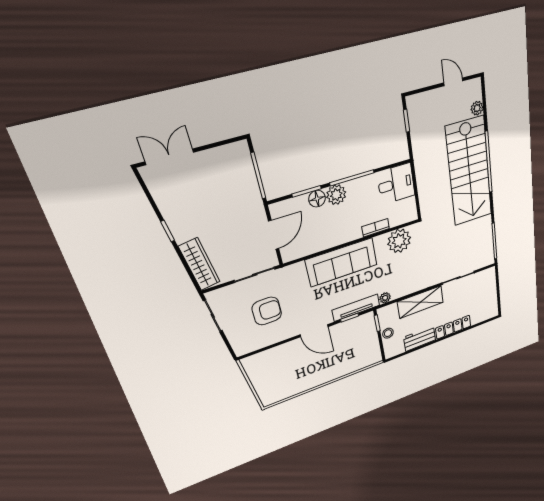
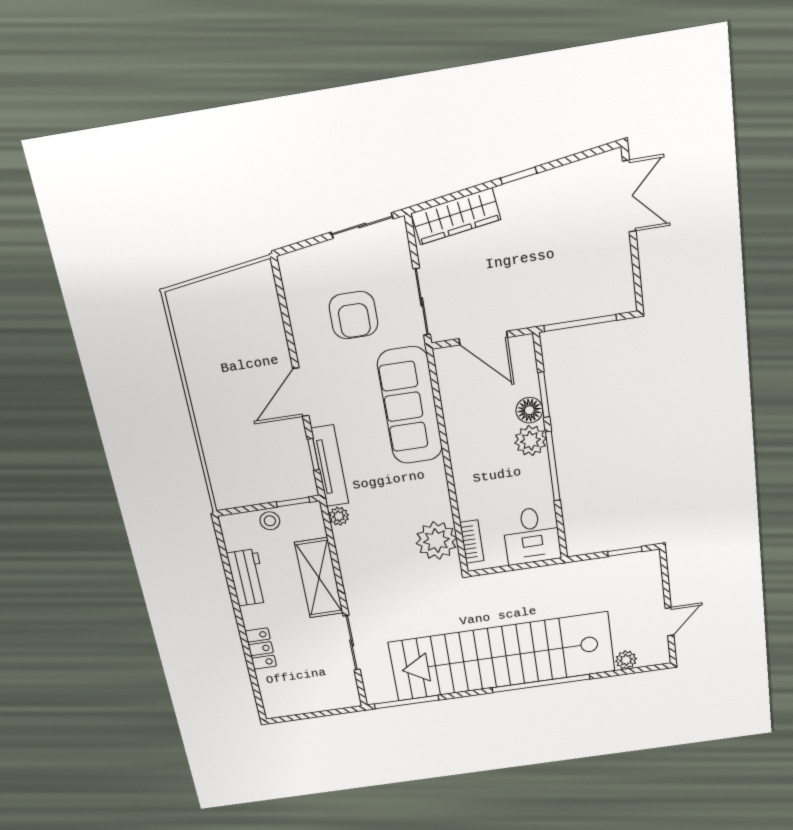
stairs: (469, 172) -> (502, 657), width x1.36
bookcase: (376, 228) -> (472, 542), moved
sofa: (342, 262) -> (410, 406), moved
locker: (453, 327) -> (261, 649), width x0.66

